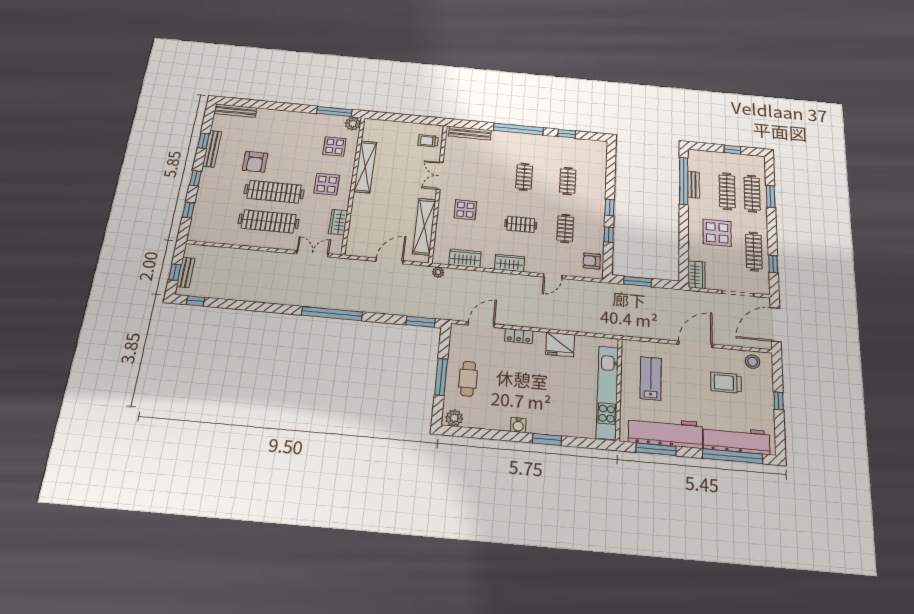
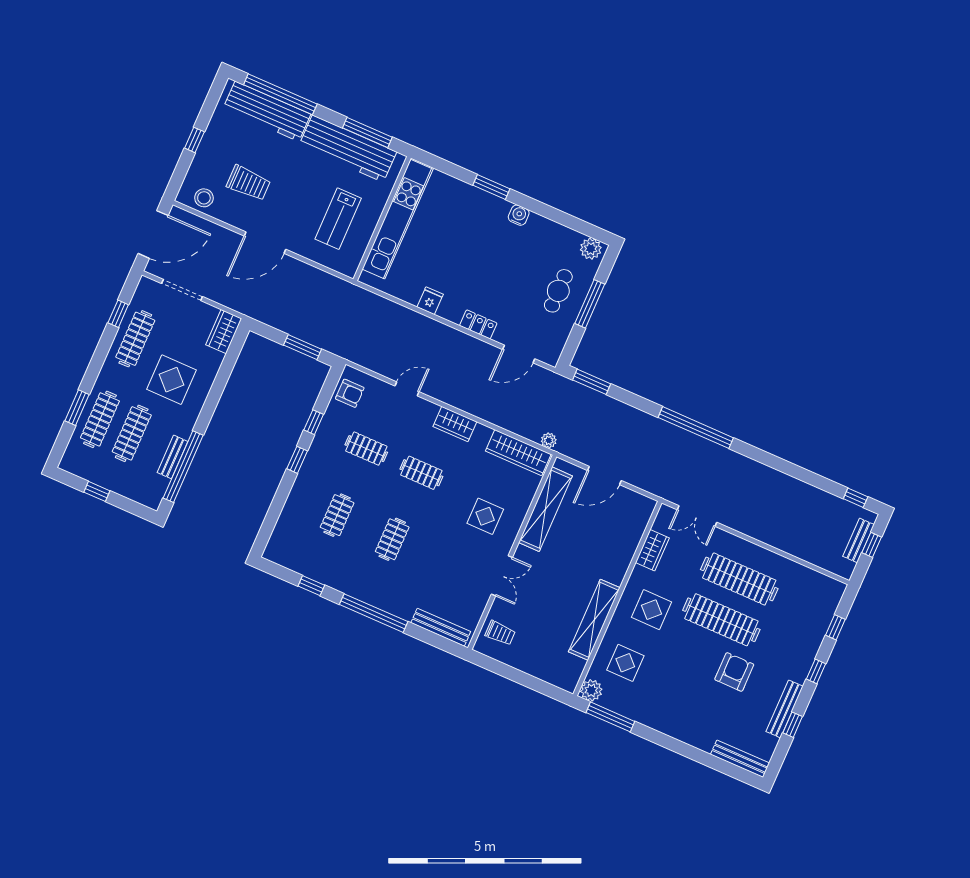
clothes rail: (565, 229) -> (366, 449), turned 90
wardrobe: (465, 258) -> (518, 453), width x1.50
fridge: (560, 344) -> (430, 301), width x0.53, depth x0.75

